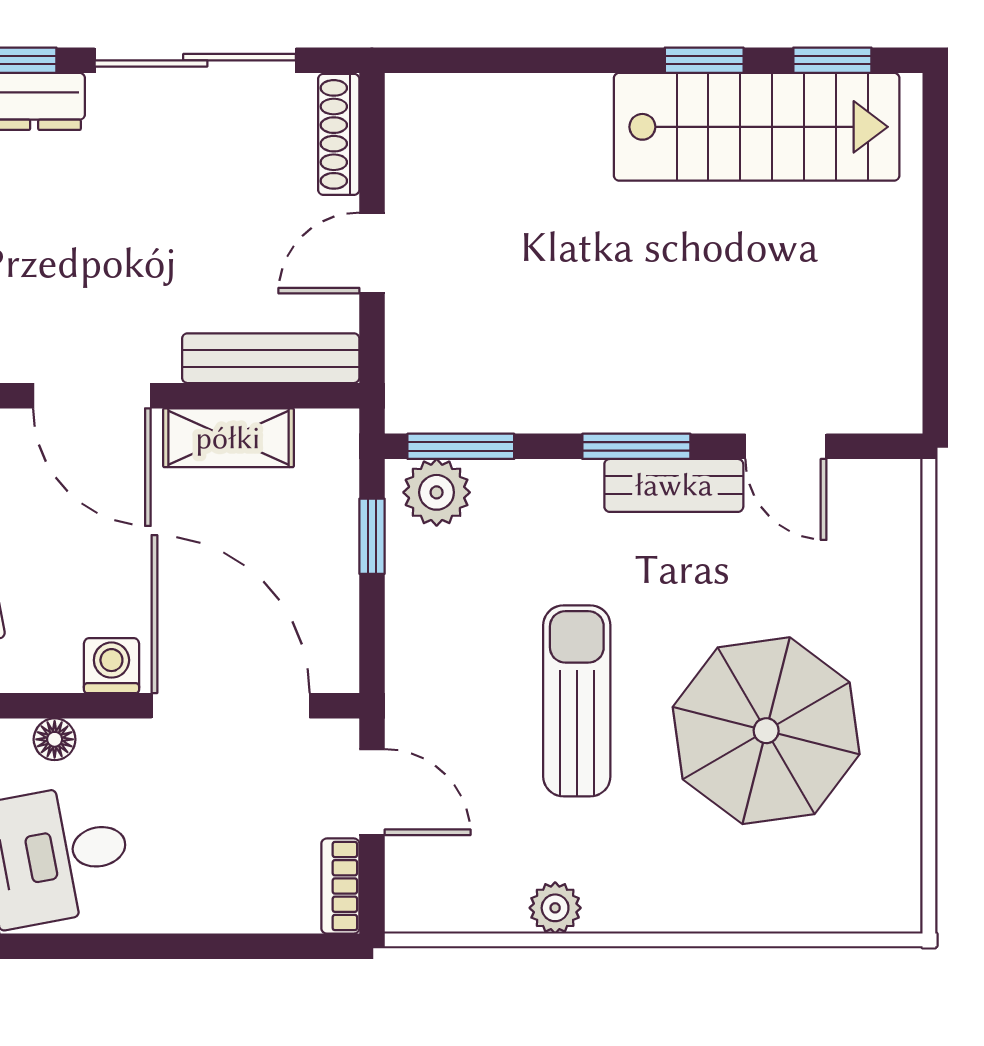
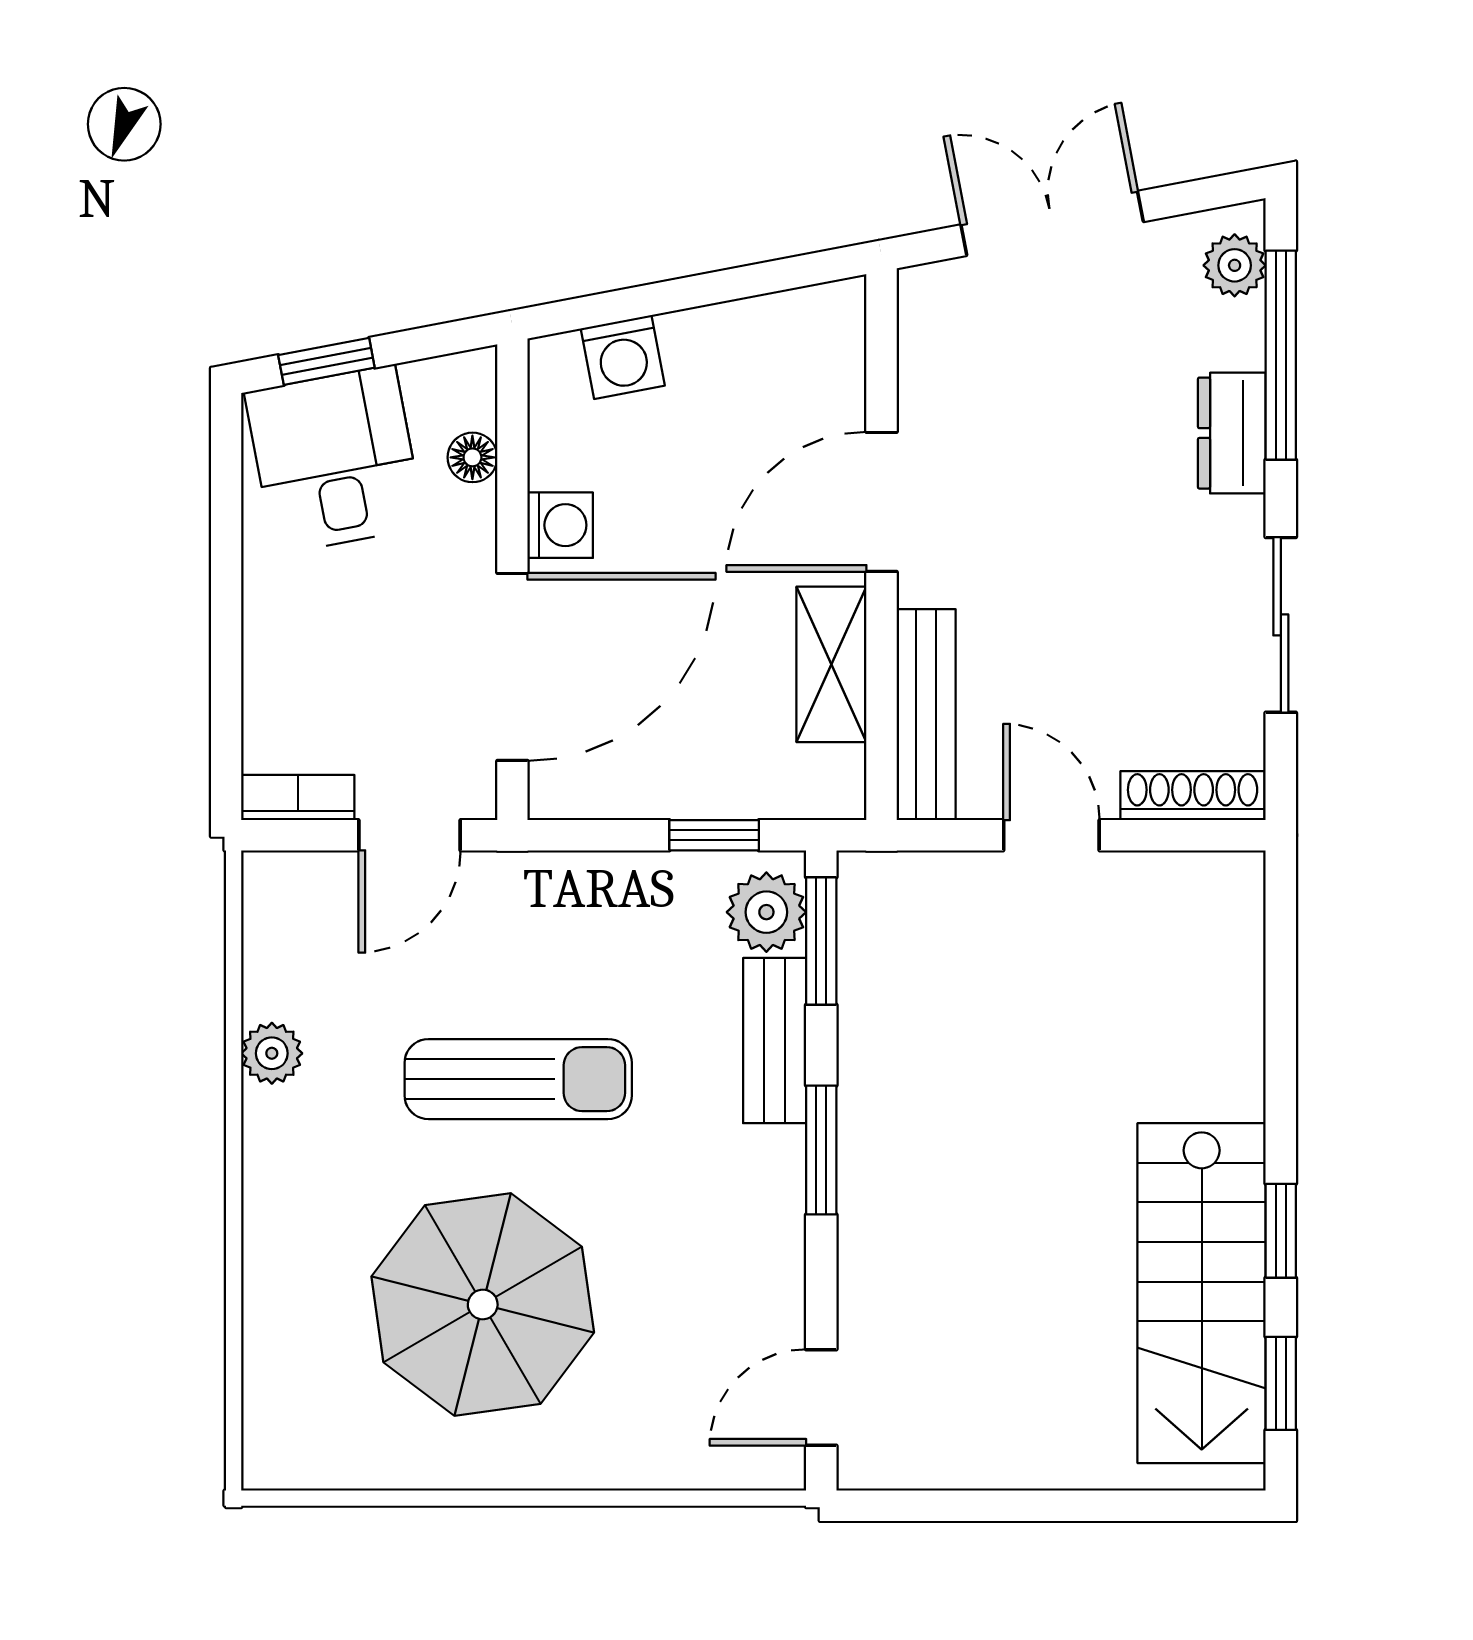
sliding door: (195, 60) -> (1281, 625), width x0.73
door: (786, 446) -> (821, 1398), moved
bench: (674, 485) -> (775, 1041), moved

